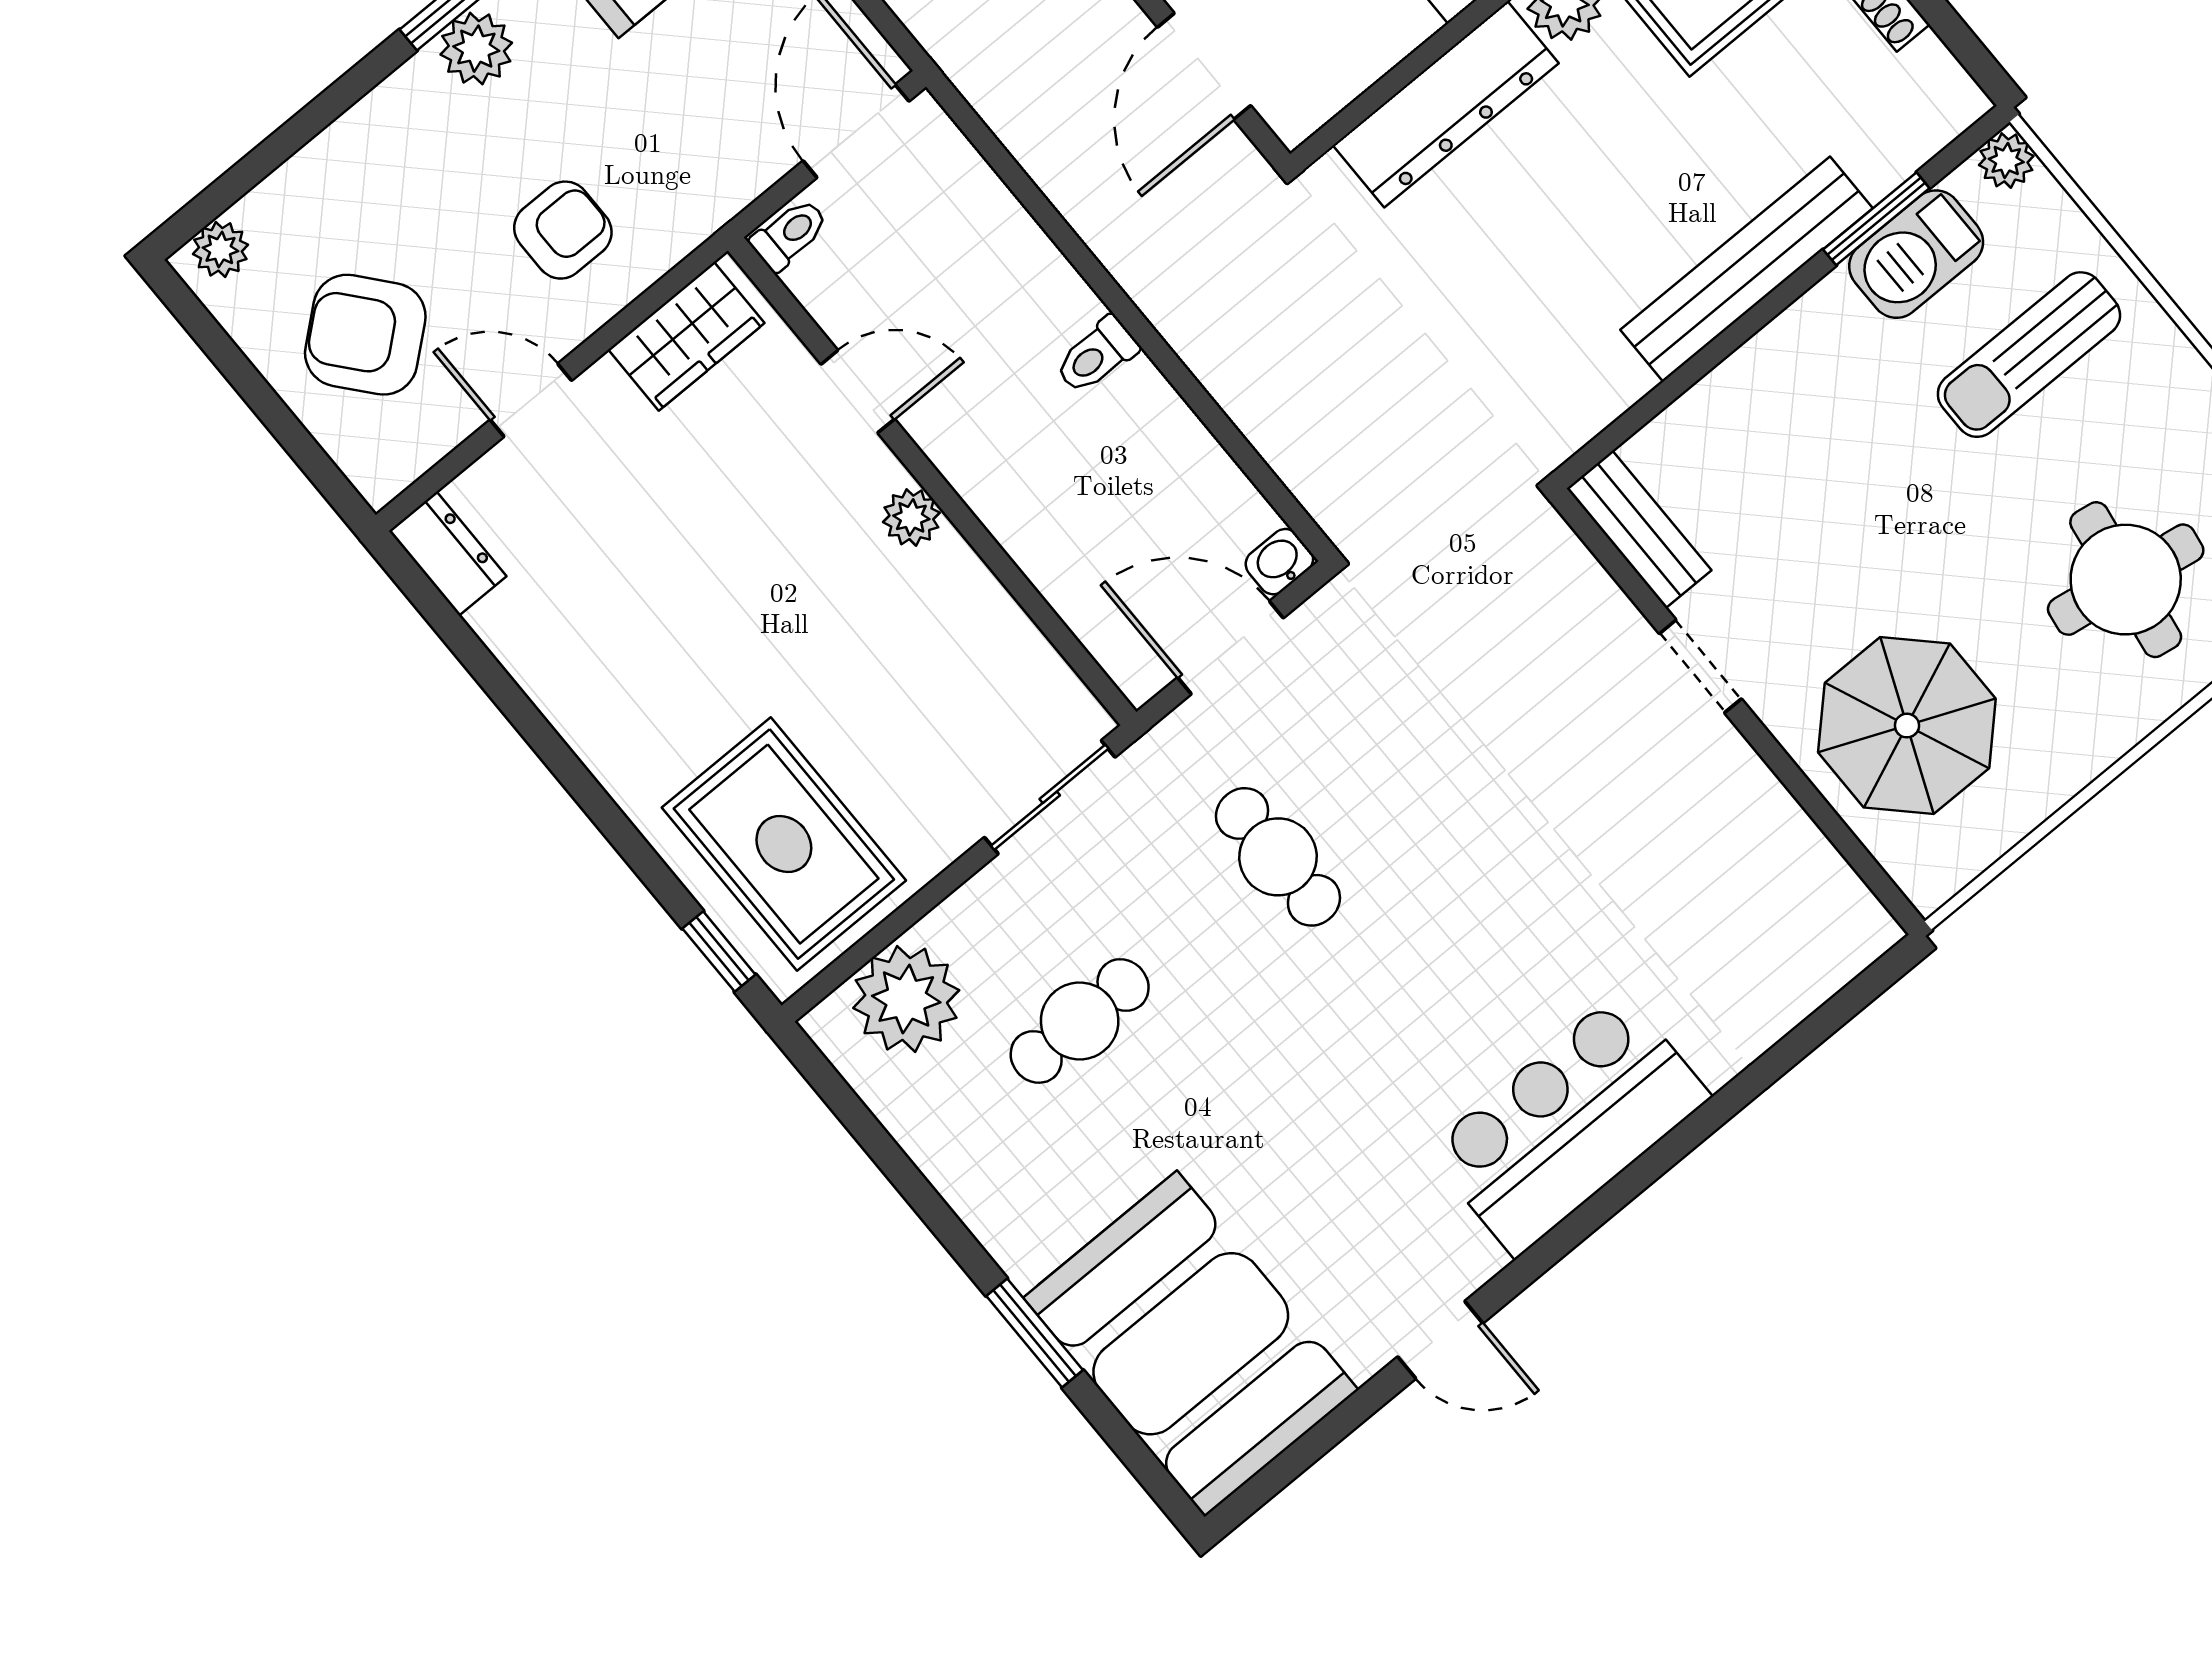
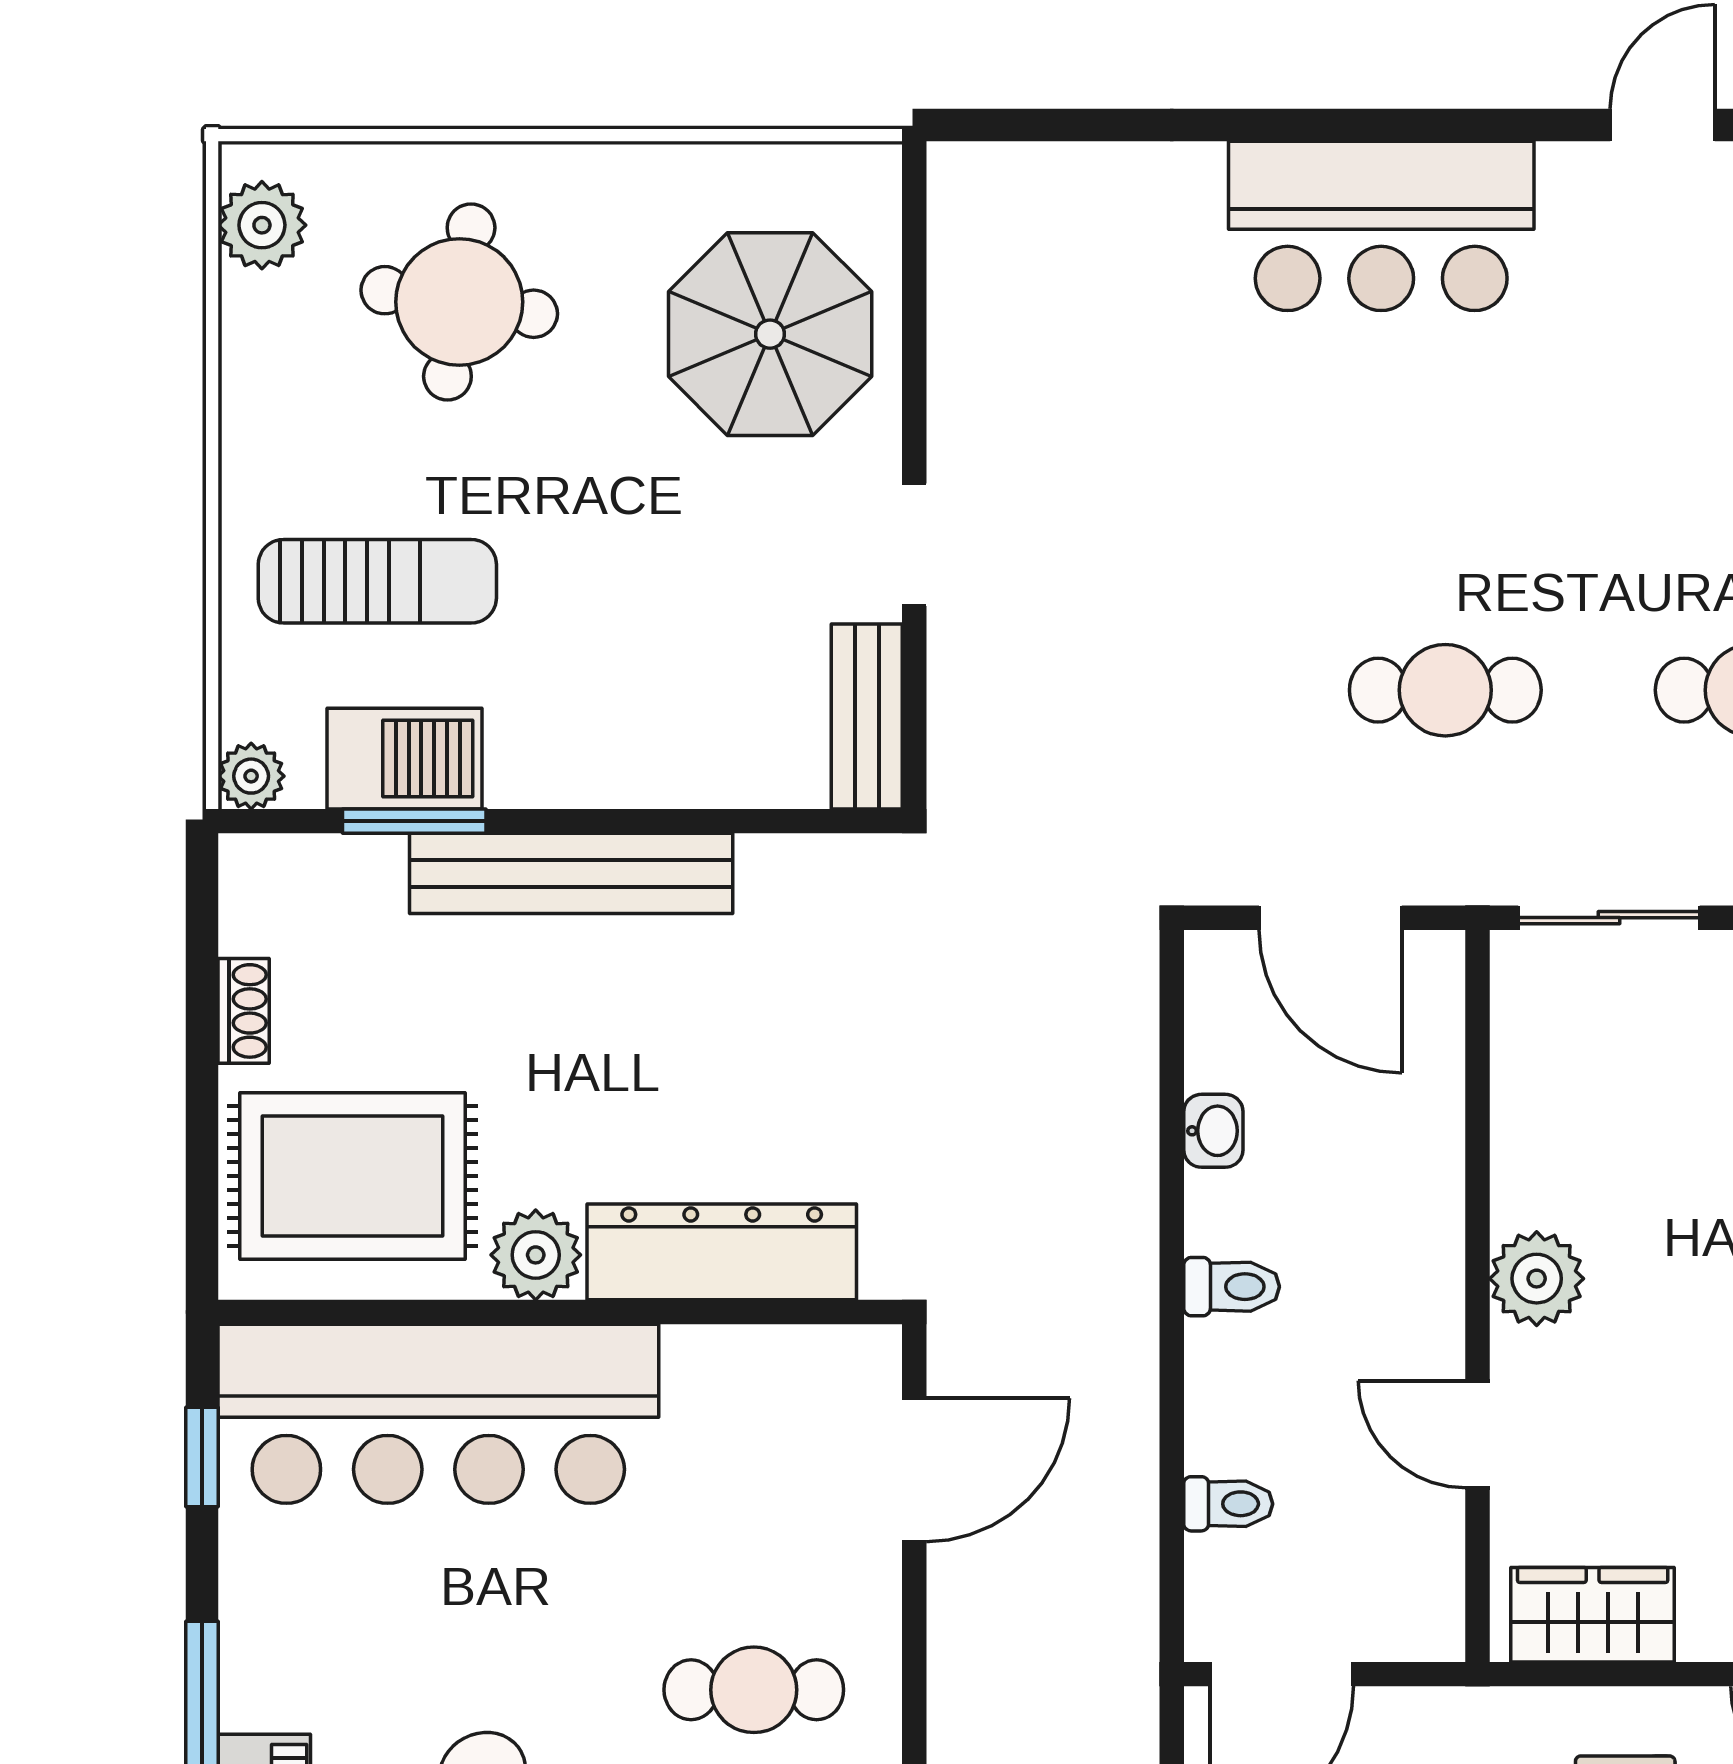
toilet: (789, 234) -> (1228, 1504), moved, turned 180
plant: (911, 517) -> (1537, 1279), width x1.38, depth x1.38
washbasin: (1279, 562) -> (1213, 1131), moved, turned -90
cafe table: (1278, 857) -> (1445, 690), turned 90
door: (1440, 1340) -> (1663, 125), hinge flipped

